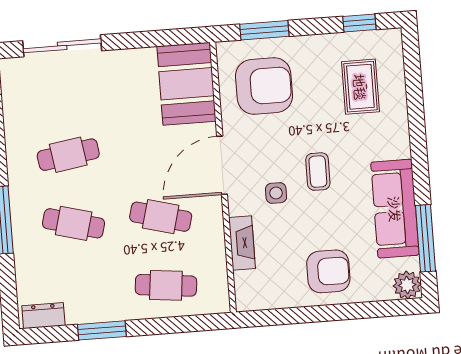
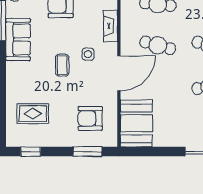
armchair: (264, 86) -> (90, 118), width x0.73, depth x0.73
rug: (360, 87) -> (33, 114), turned 90
sofa: (395, 209) -> (18, 39), width x0.73

